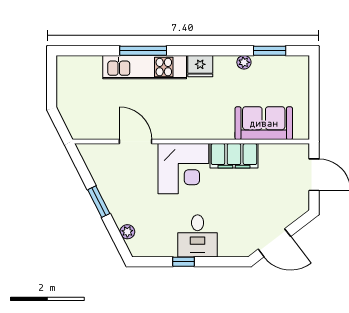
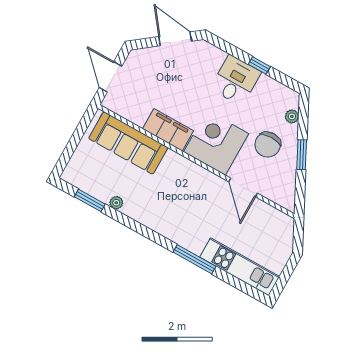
fridge: (200, 66) -> (154, 220), removed
kitchen unit: (145, 67) -> (240, 267), moved
sofa: (264, 123) -> (128, 143), width x1.36
chair: (135, 193) -> (268, 145), added

